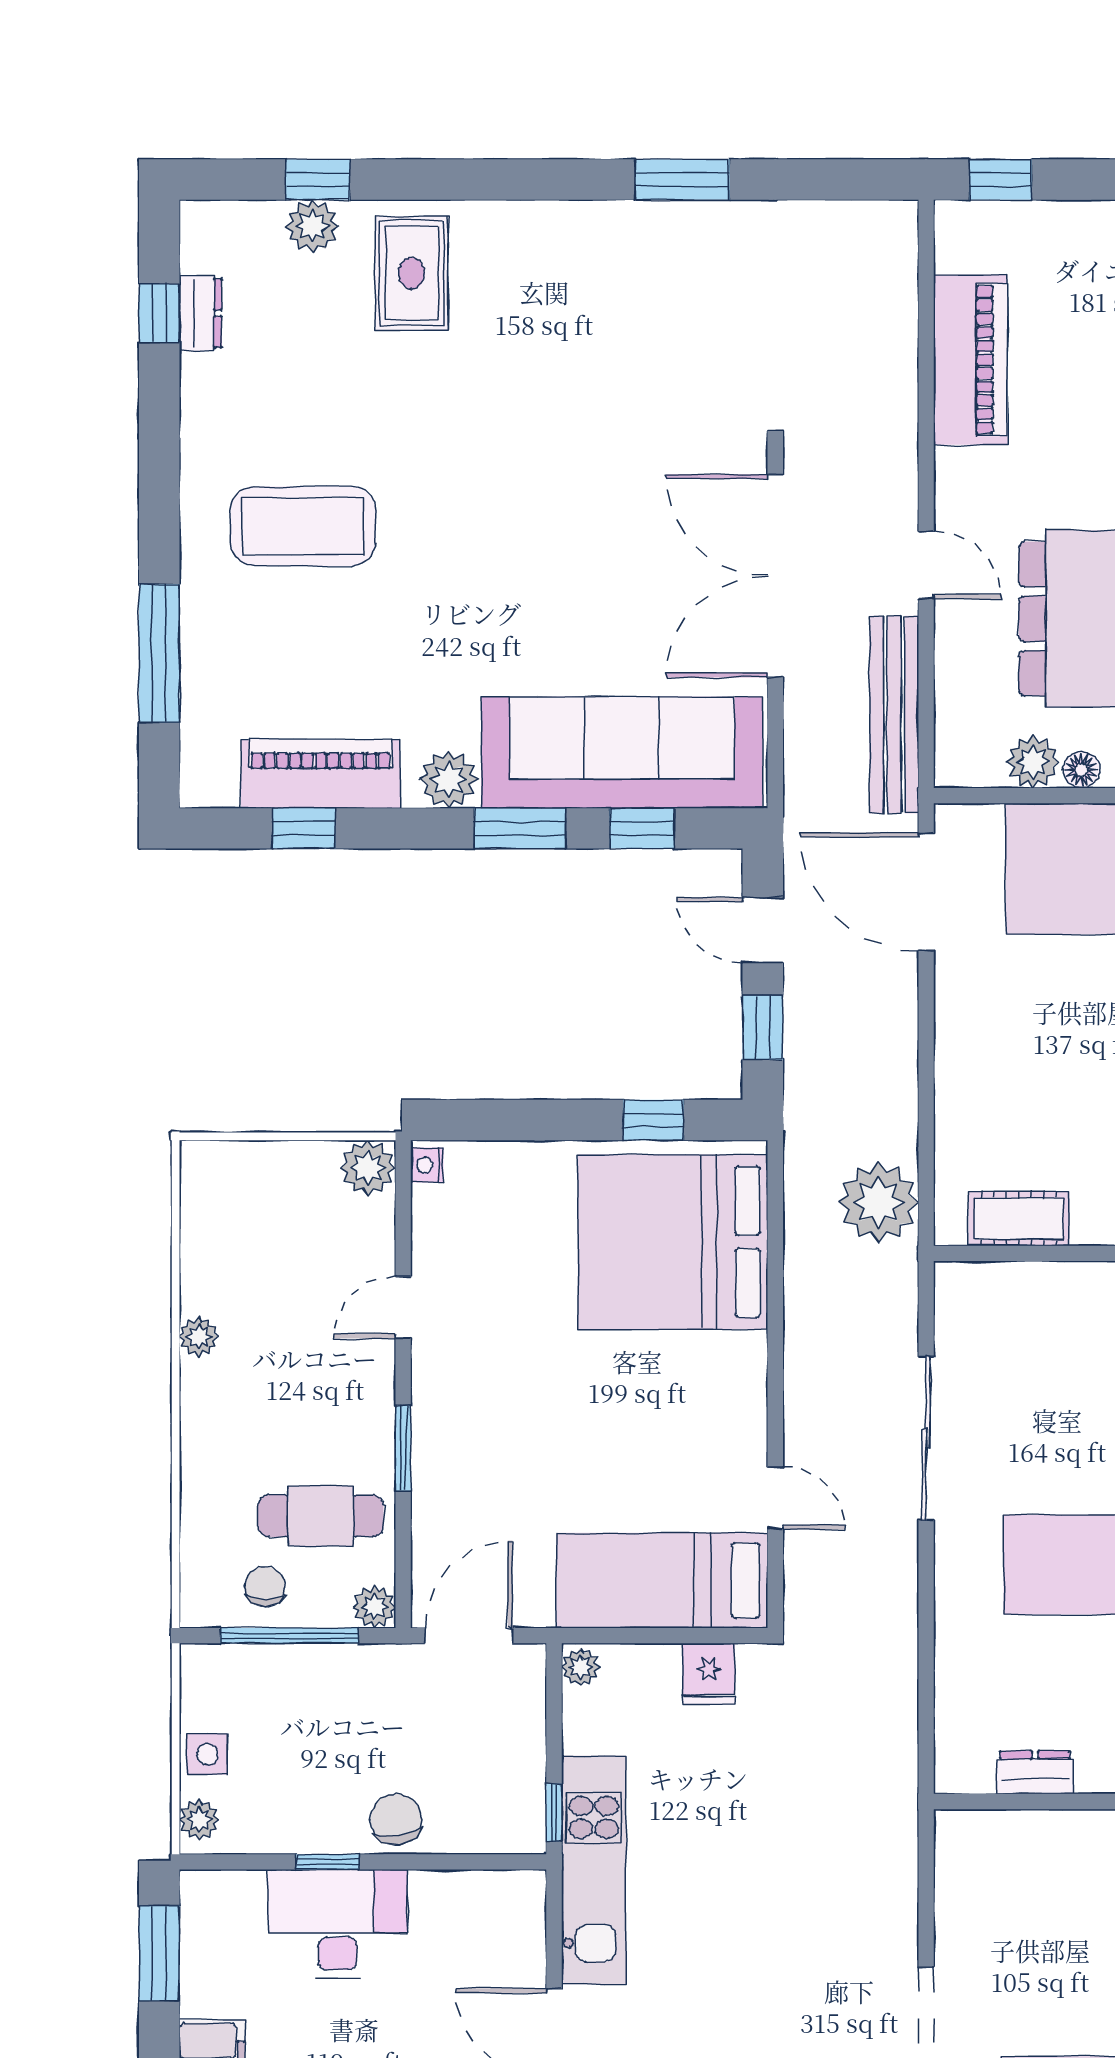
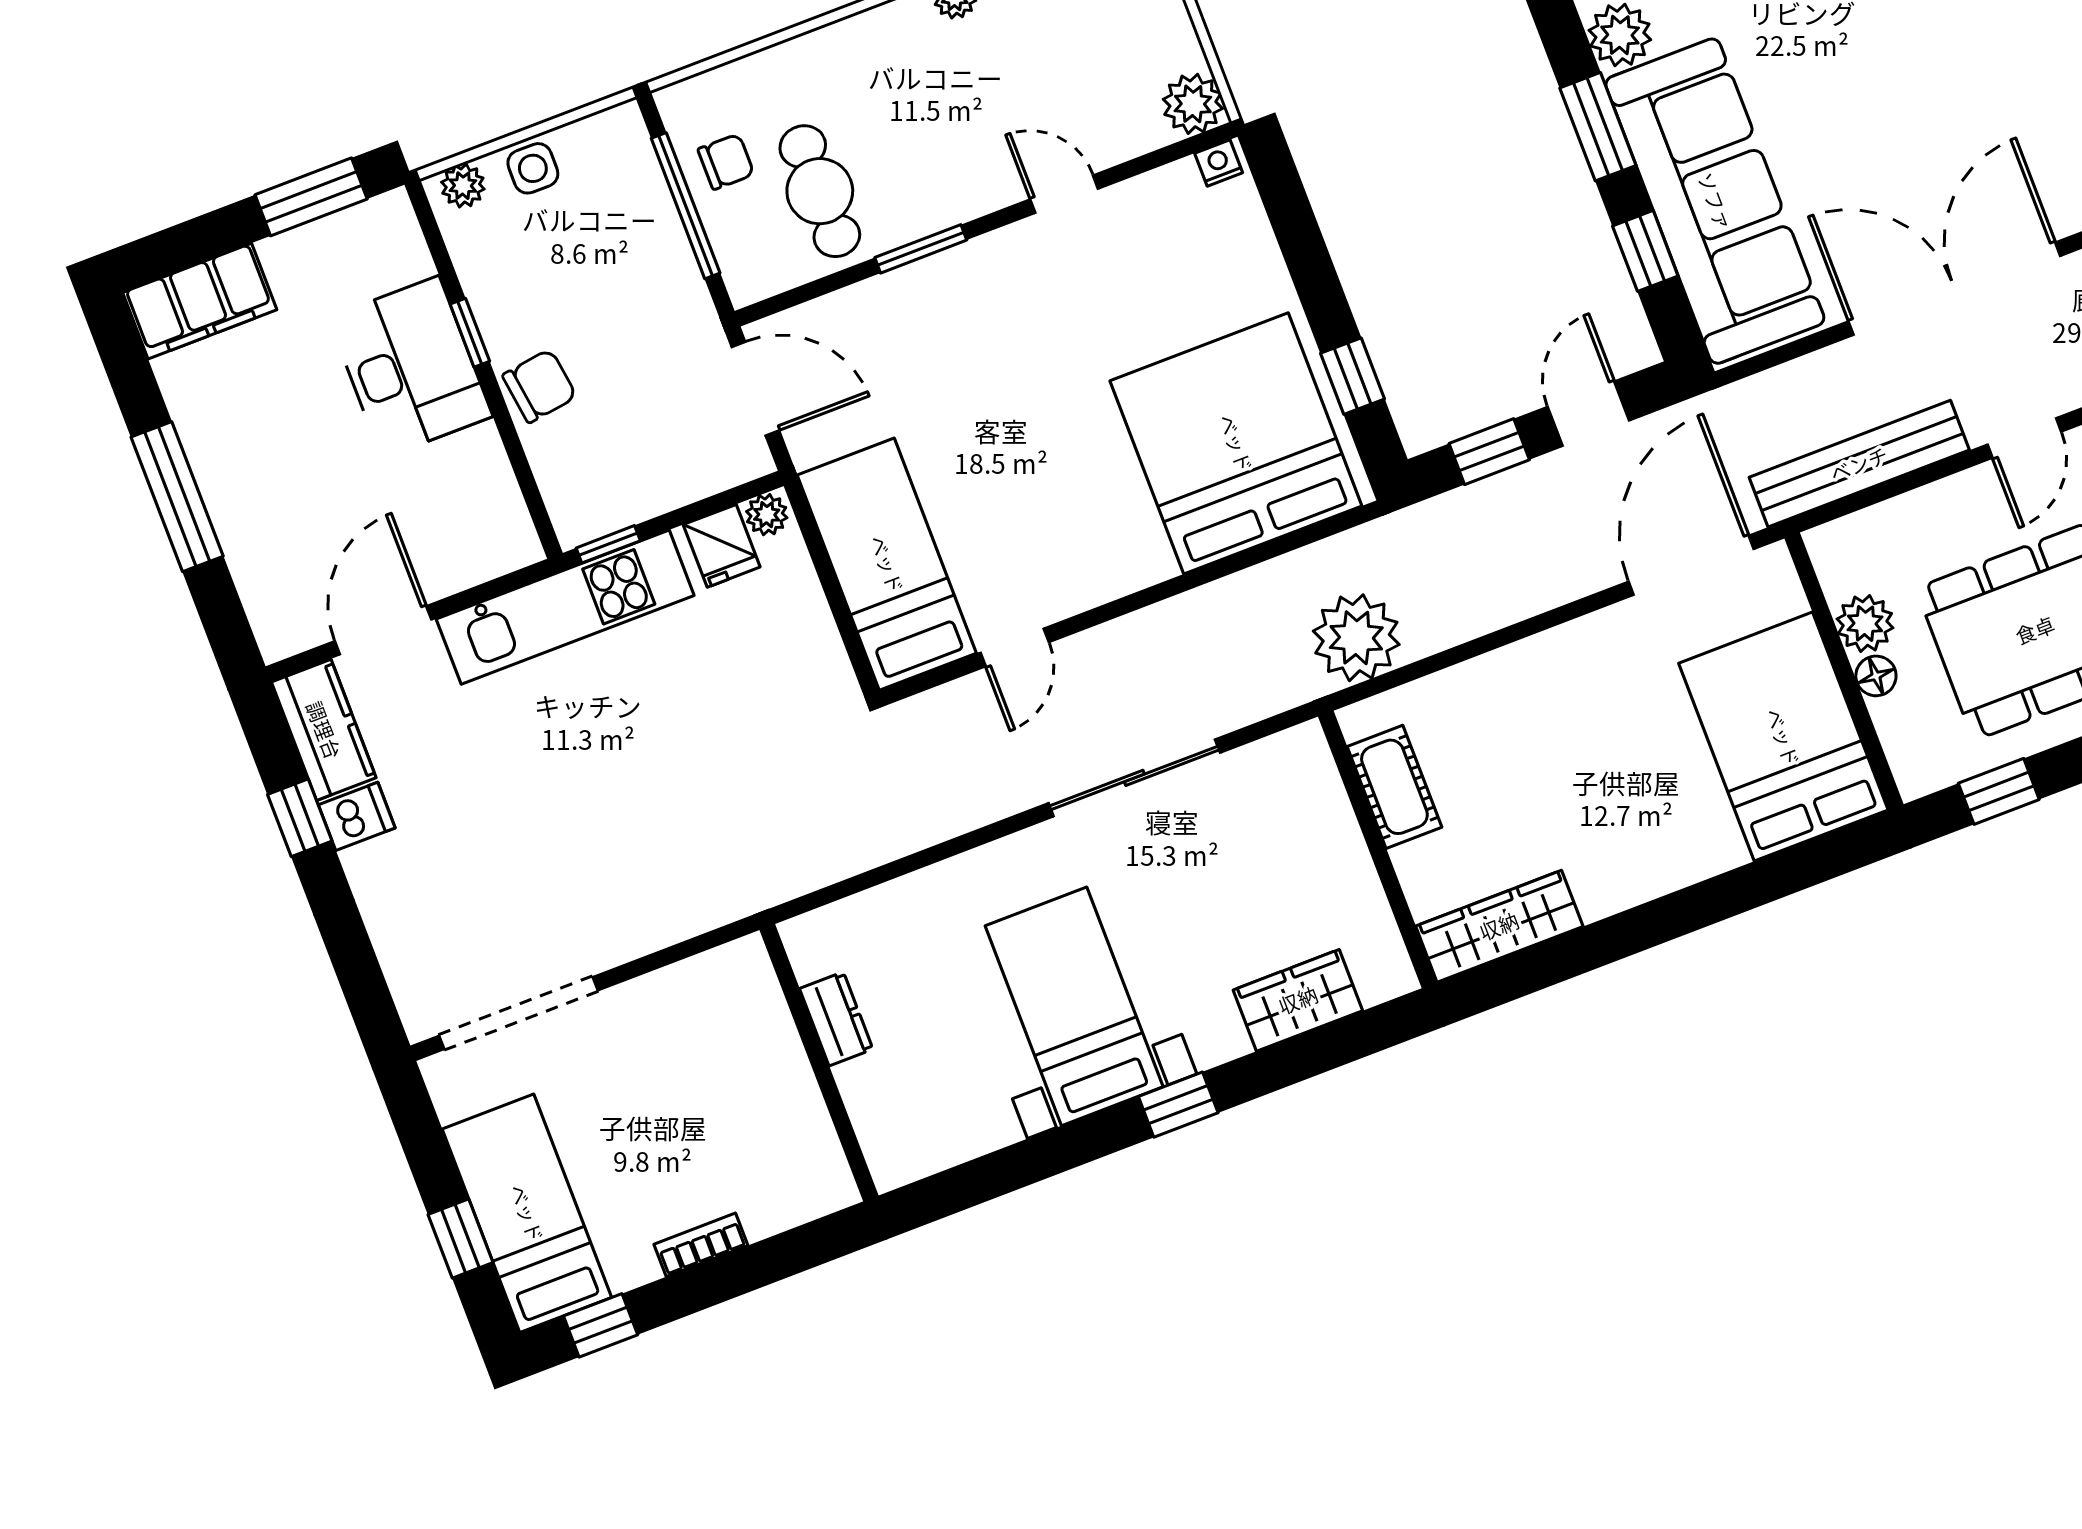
plant: (374, 1607) -> (748, 281), removed
fridge: (709, 1674) -> (722, 546), moved, turned -90

